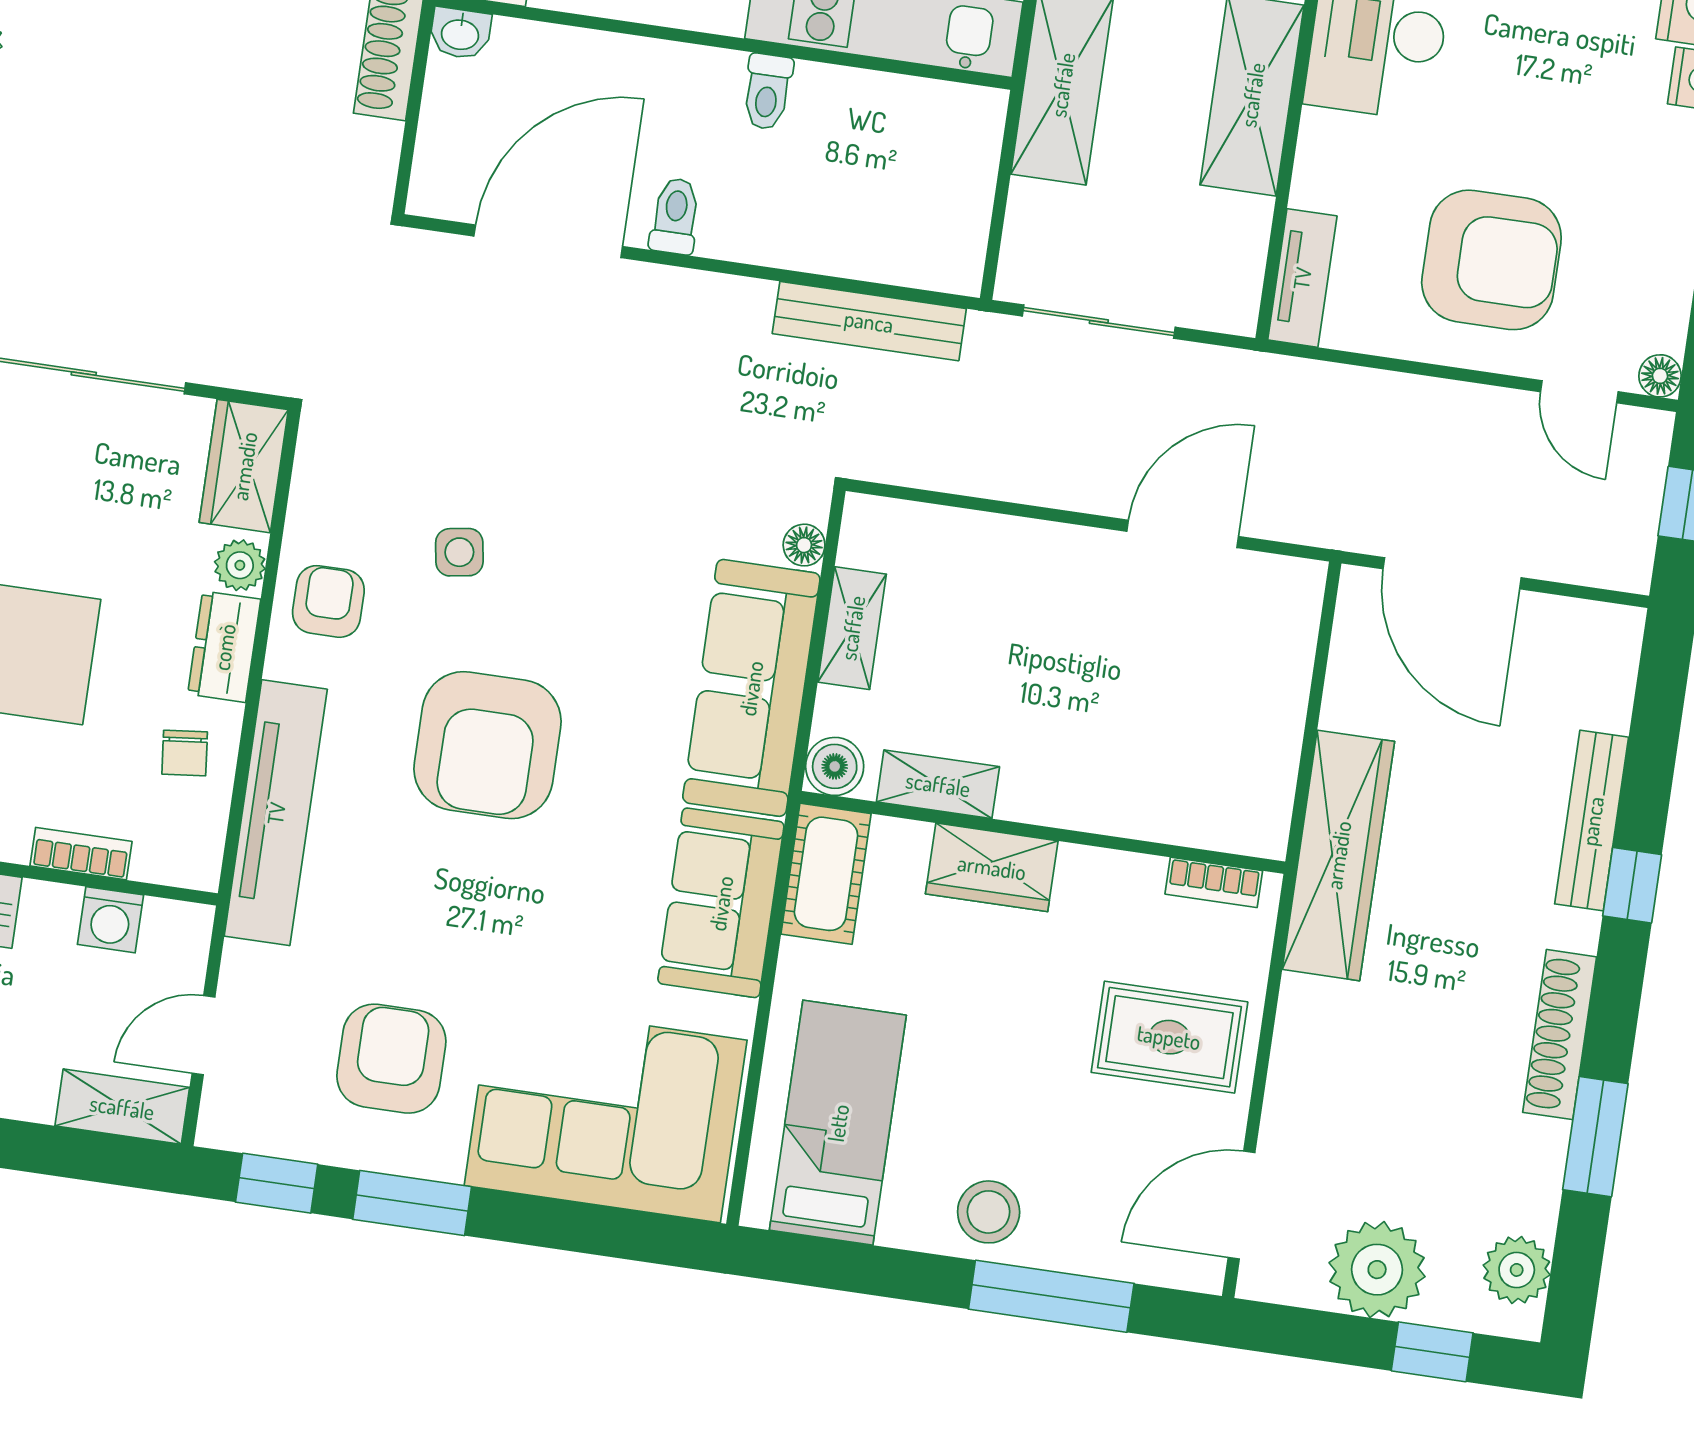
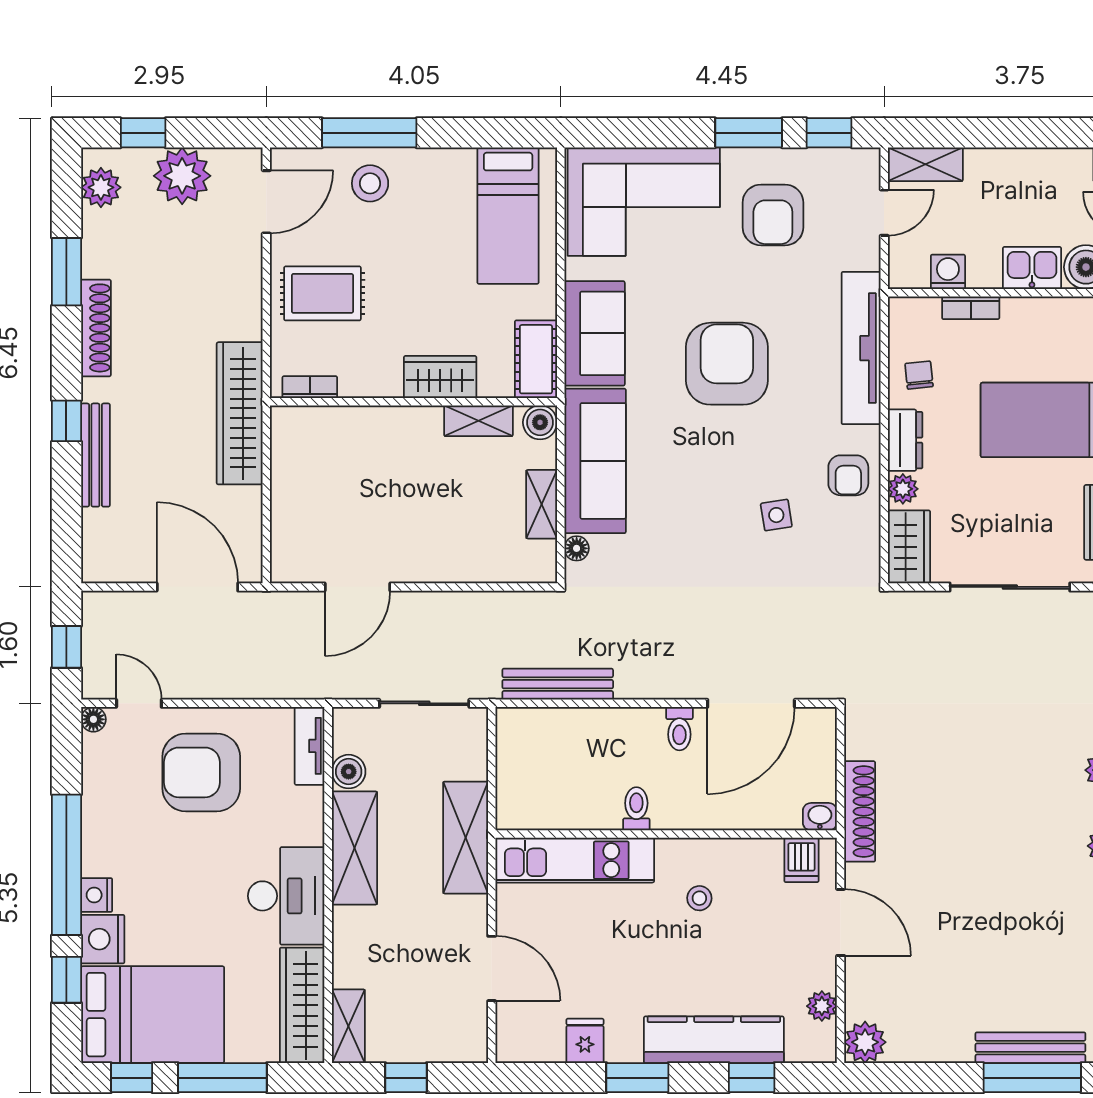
boiler: (1243, 225) -> (349, 772), added
armchair: (487, 745) -> (727, 364), moved
stool: (989, 1212) -> (370, 183), moved

